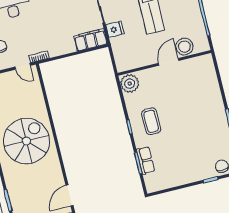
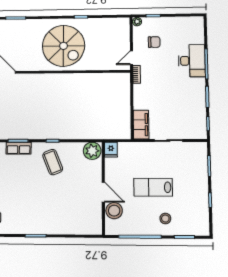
fridge: (115, 29) -> (111, 150), moved
coffee table: (151, 121) -> (53, 162), turned 68

